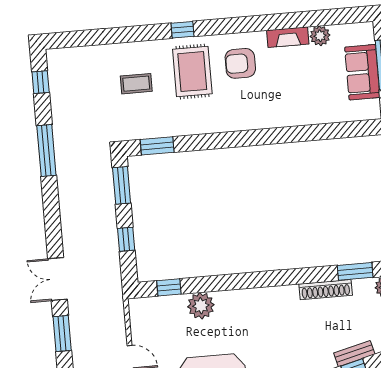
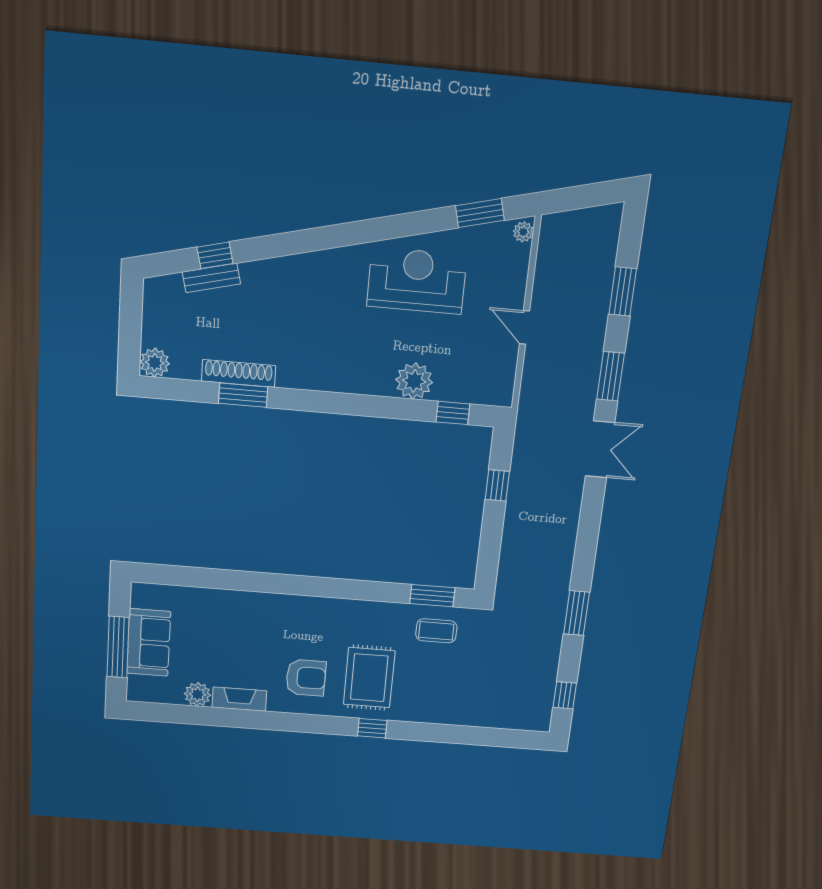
coffee table: (136, 84) -> (436, 631), moved
window: (46, 150) -> (577, 613), width x0.69
window: (122, 185) -> (489, 554), removed
window: (355, 271) -> (243, 395), moved

